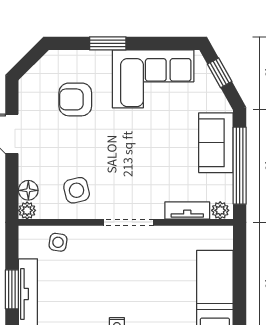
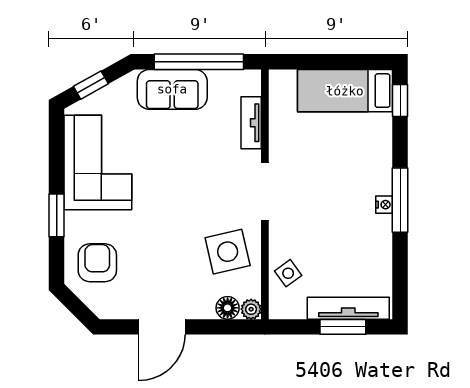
armchair: (75, 99) -> (97, 263), moved, turned 180
side table: (77, 190) -> (228, 252), width x1.37, depth x1.37
plant: (220, 210) -> (251, 84), removed
side table: (58, 242) -> (288, 273), turned 45

